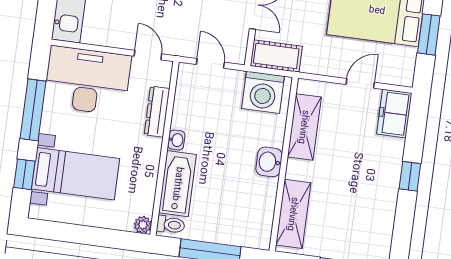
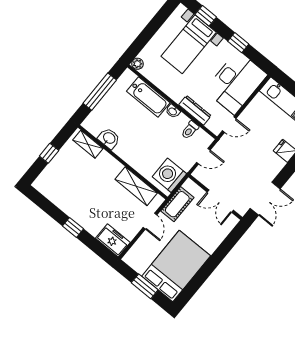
cot: (276, 56) -> (177, 204), moved
door: (360, 83) -> (150, 221), moved
window: (33, 110) -> (238, 43), width x0.46
washbasin: (269, 162) -> (109, 138), moved
shelving: (293, 214) -> (88, 144), width x0.67, depth x0.75
toilet: (171, 225) -> (190, 130), moved

